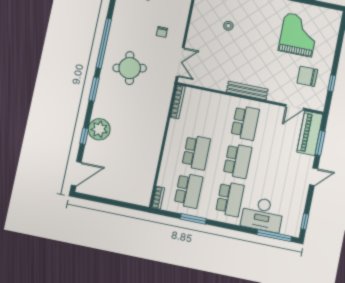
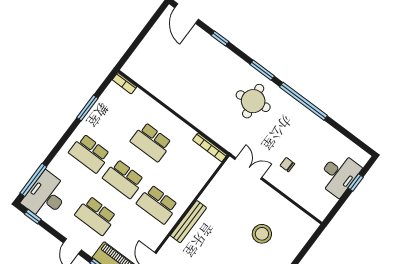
stool: (228, 26) -> (262, 234), width x1.89, depth x1.89
double door: (180, 62) -> (248, 168), swing flipped
round table: (130, 68) -> (253, 101), moved
plant: (99, 129) -> (220, 57), removed
school desk: (188, 191) -> (96, 216), moved
desk: (262, 214) -> (46, 196), moved

